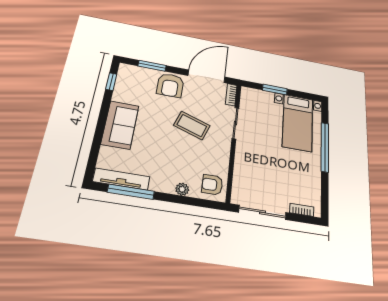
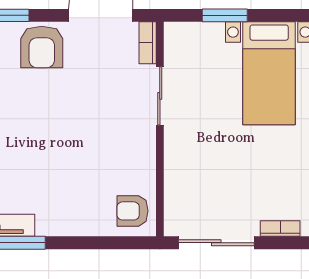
coffee table: (192, 126) -> (88, 115), removed
plant: (182, 189) -> (87, 226), removed

